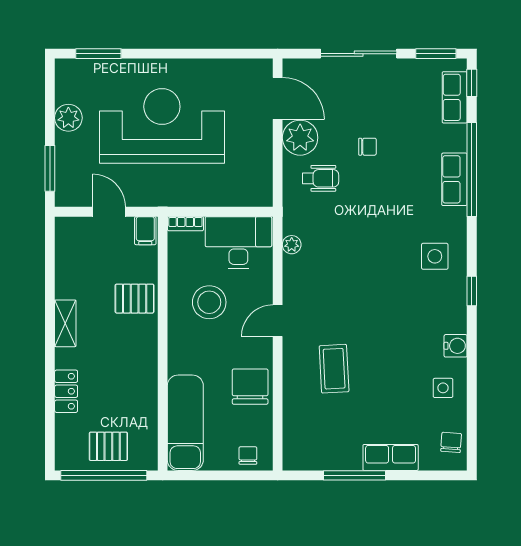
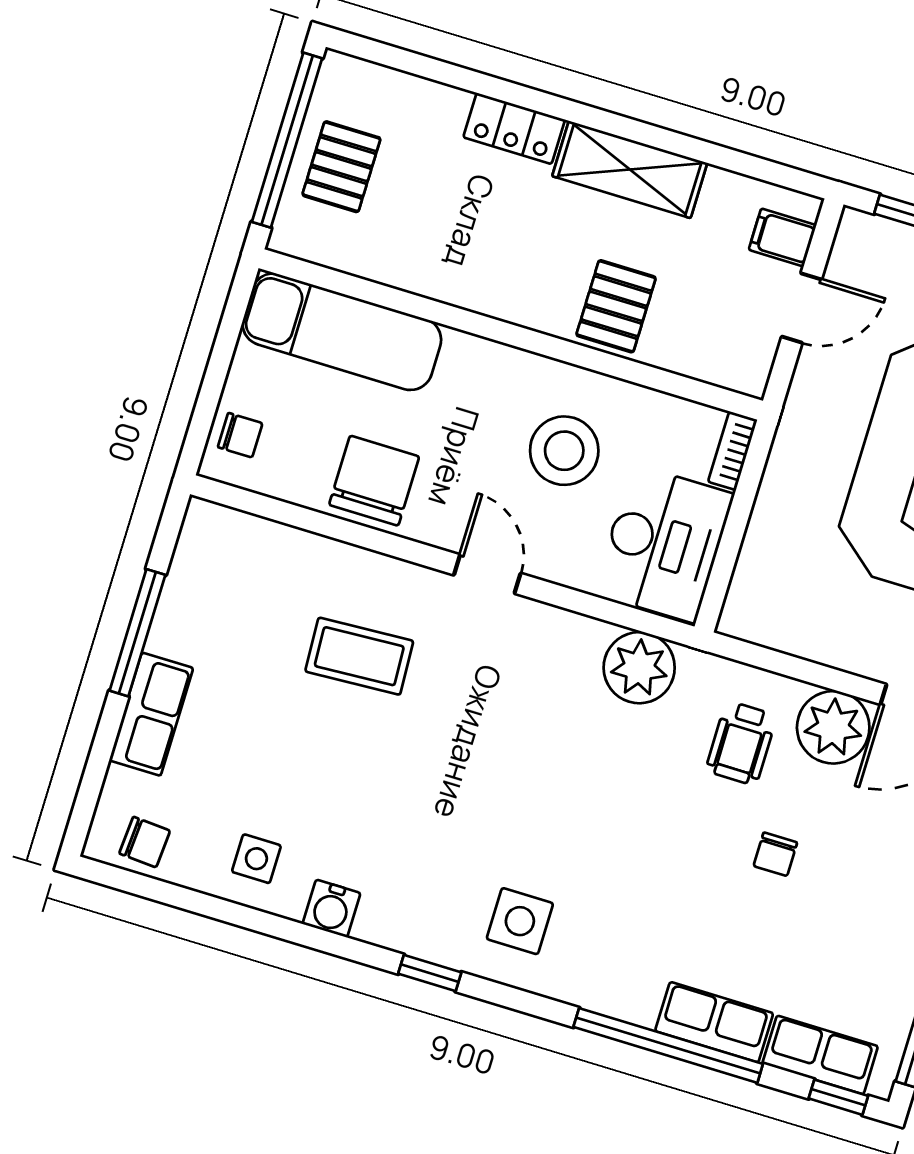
row of seats: (454, 179) -> (714, 1022), moved
filing cabinet: (145, 231) -> (782, 237), moved
plant: (292, 245) -> (639, 668), width x1.88, depth x1.88
shelving: (65, 323) -> (630, 169), width x1.50, depth x1.33
chair: (250, 387) -> (374, 481), turned -90
locker: (66, 391) -> (514, 128), moved

